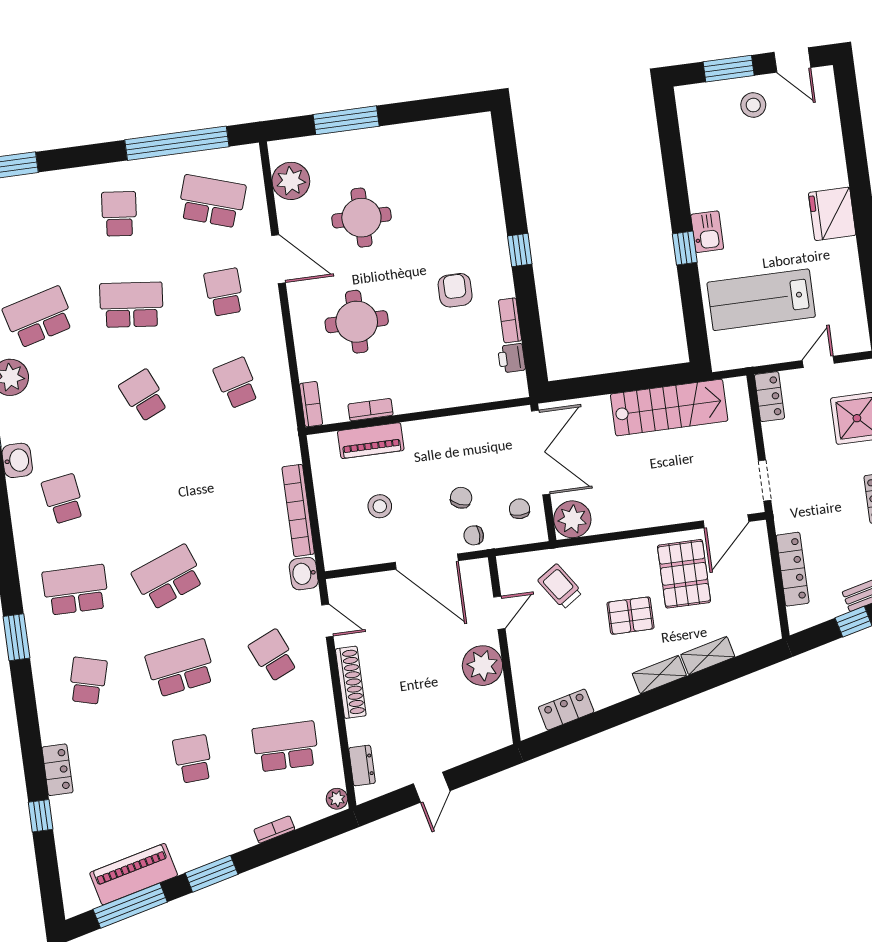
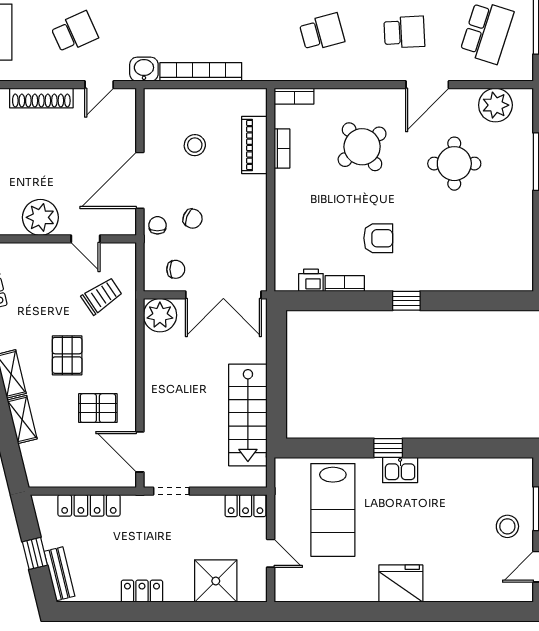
lab bench: (761, 300) -> (333, 510), turned 180
round table: (357, 322) -> (362, 147), turned -37
pallet: (684, 574) -> (98, 408), width x0.67, depth x0.71

